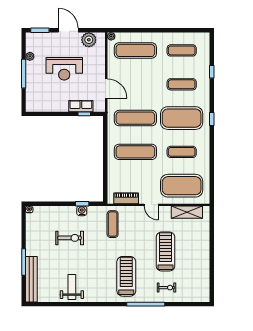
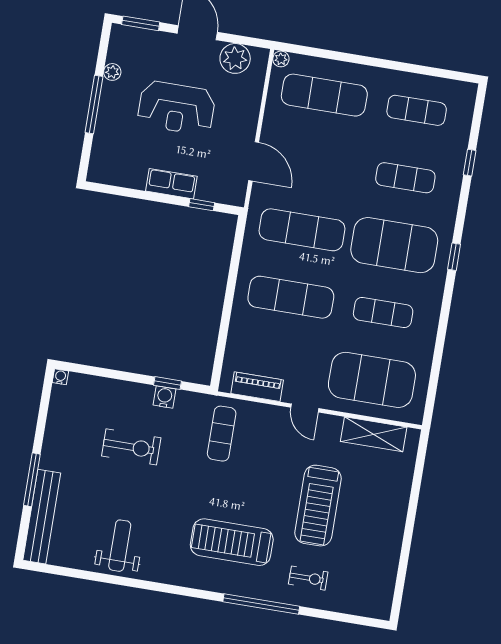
row of seats: (81, 106) -> (171, 184), moved
treadmill: (165, 251) -> (318, 506), turned 180
treadmill: (126, 276) -> (232, 542), turned -90

